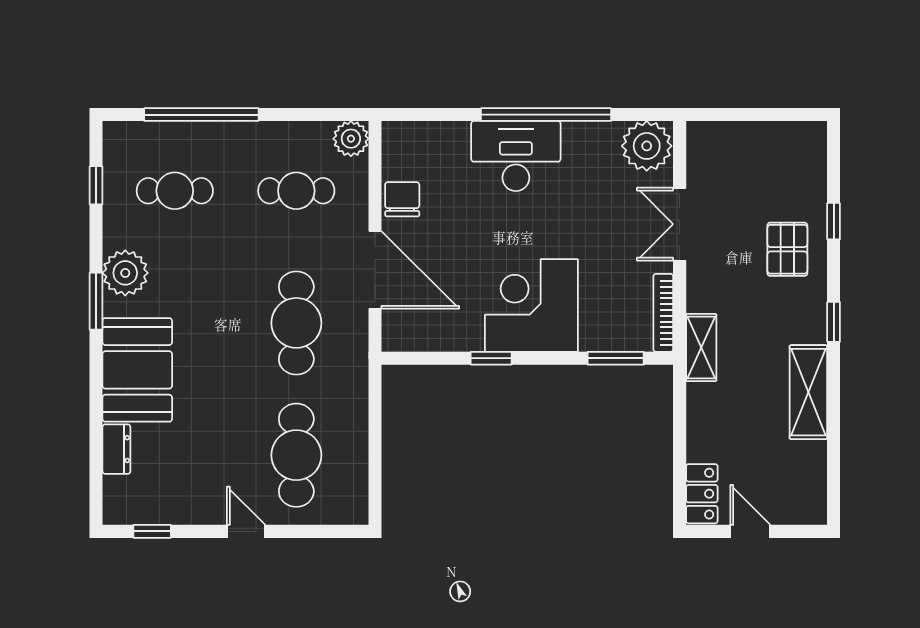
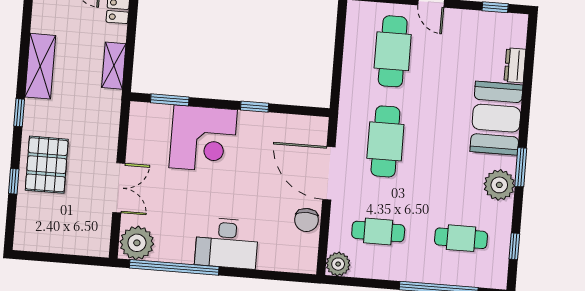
window: (546, 115) -> (174, 267), moved
pallet: (787, 249) -> (47, 165), width x1.50, depth x1.42
corner desk: (531, 305) -> (203, 139), moved
bookcase: (663, 313) -> (135, 128), removed
shelving: (701, 347) -> (114, 66), moved

